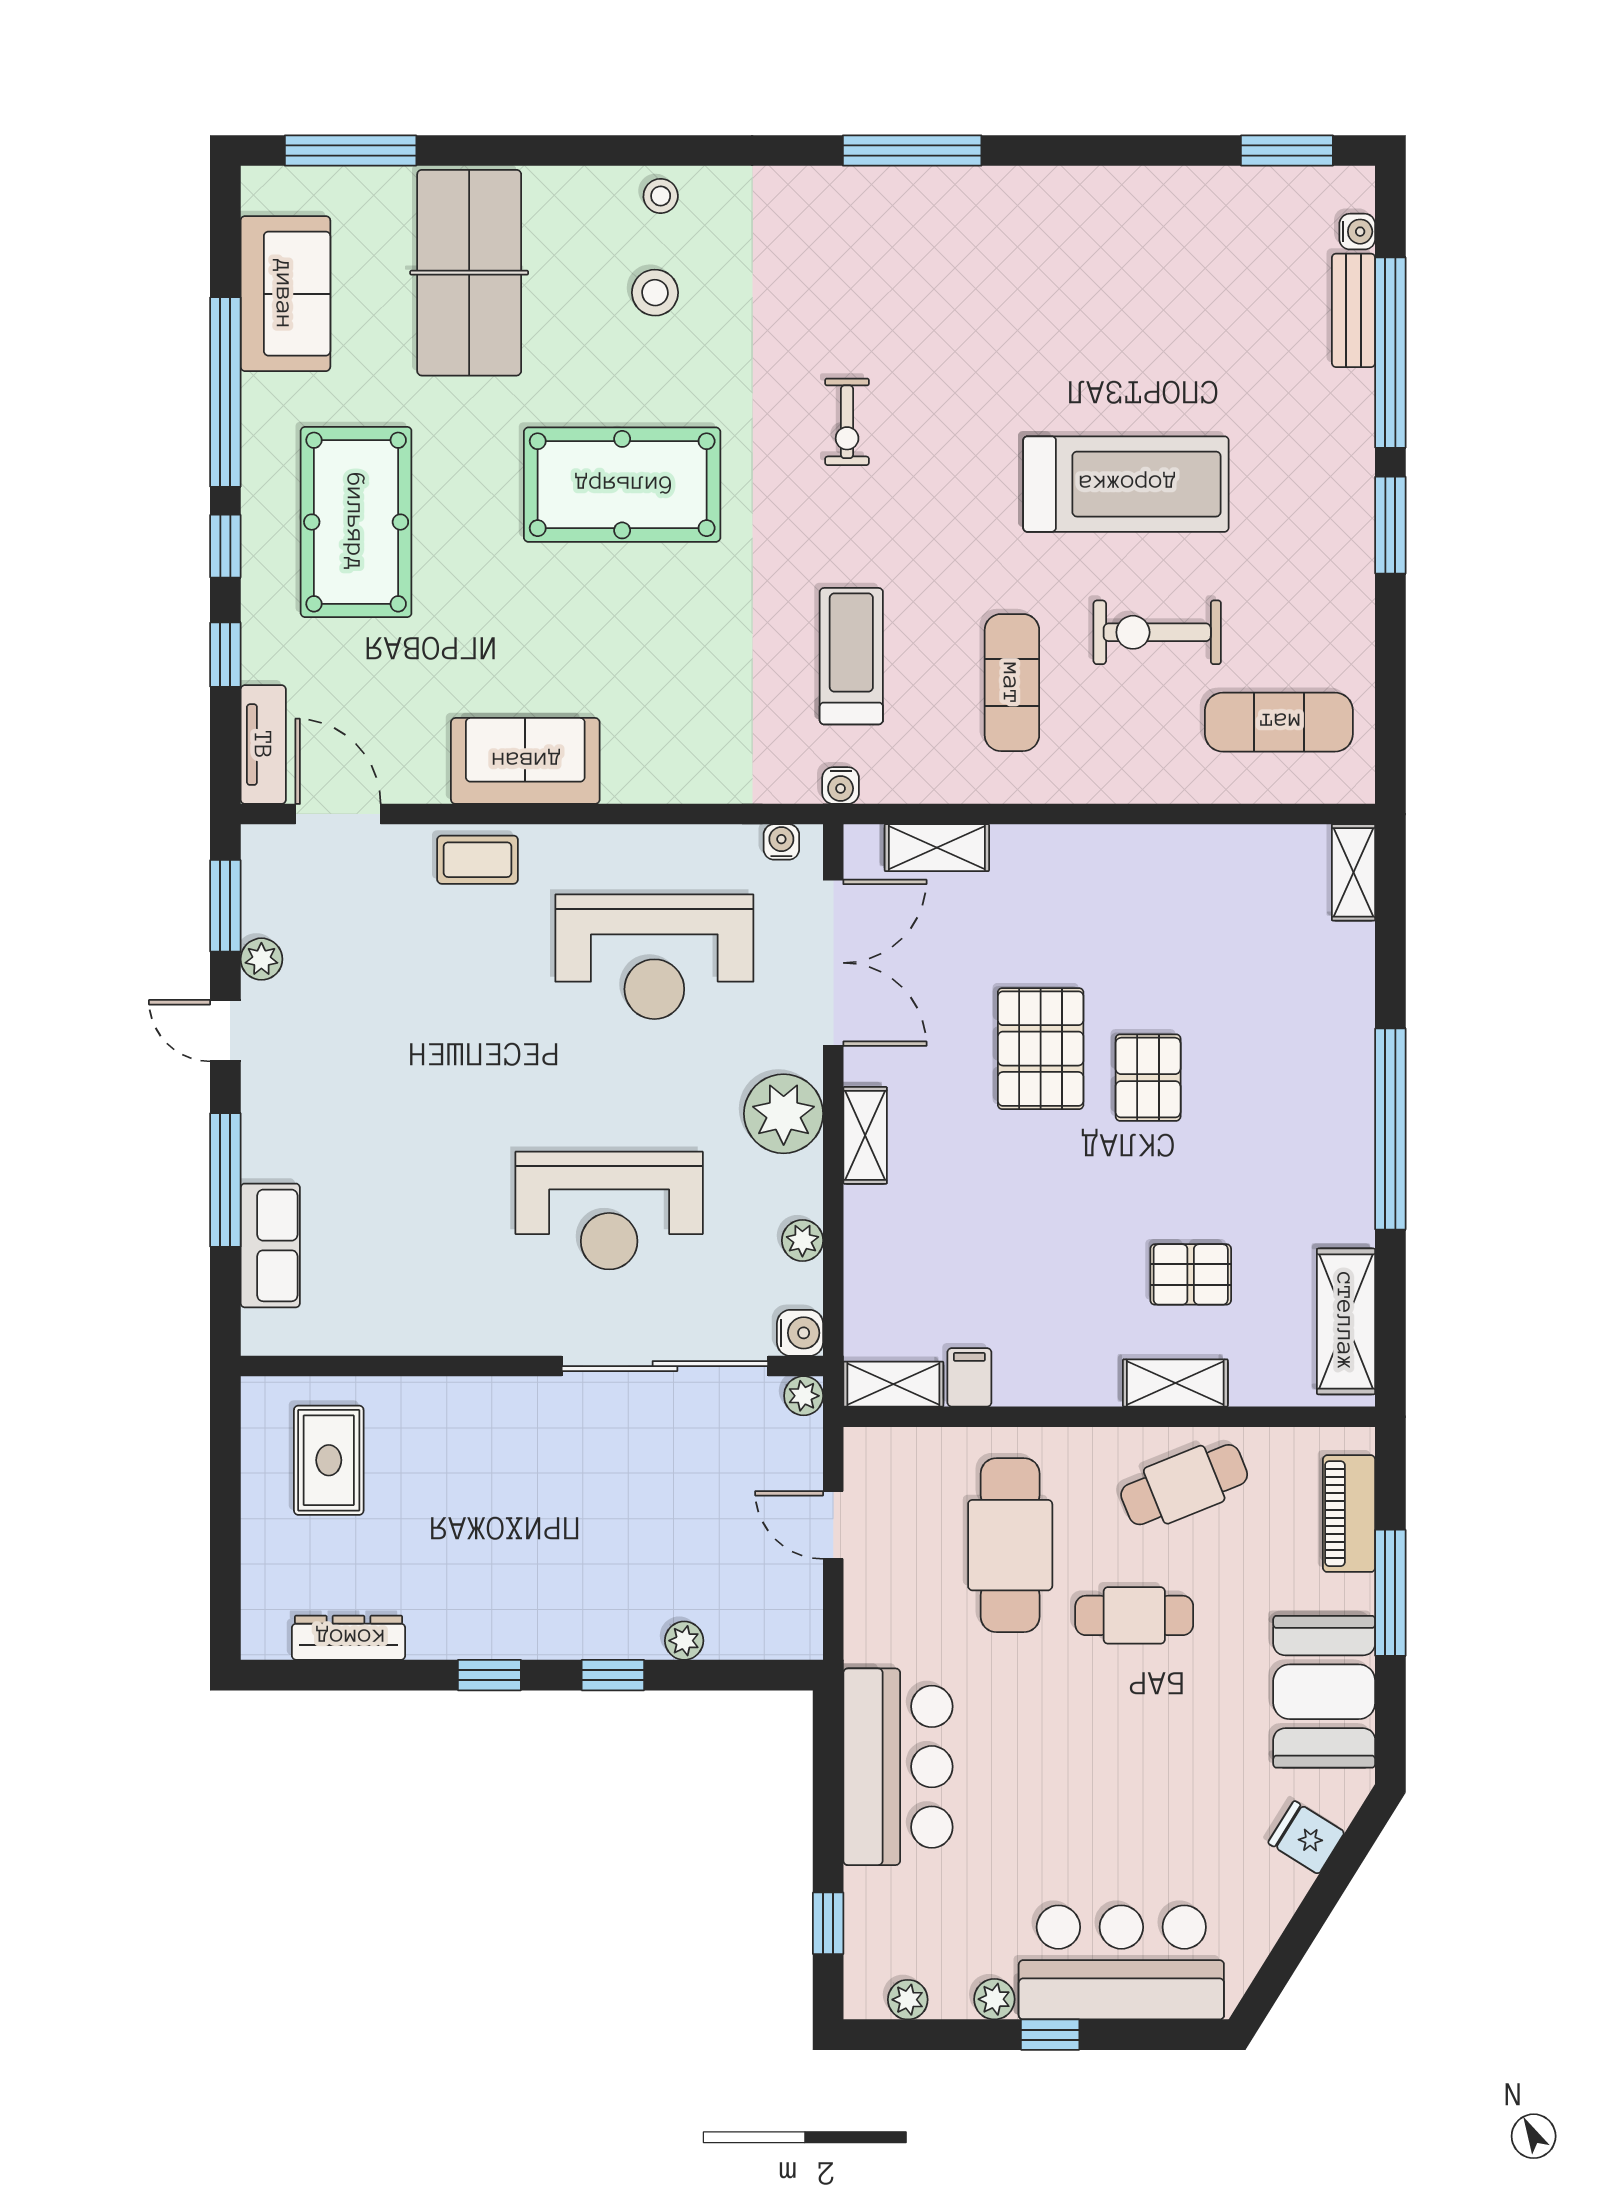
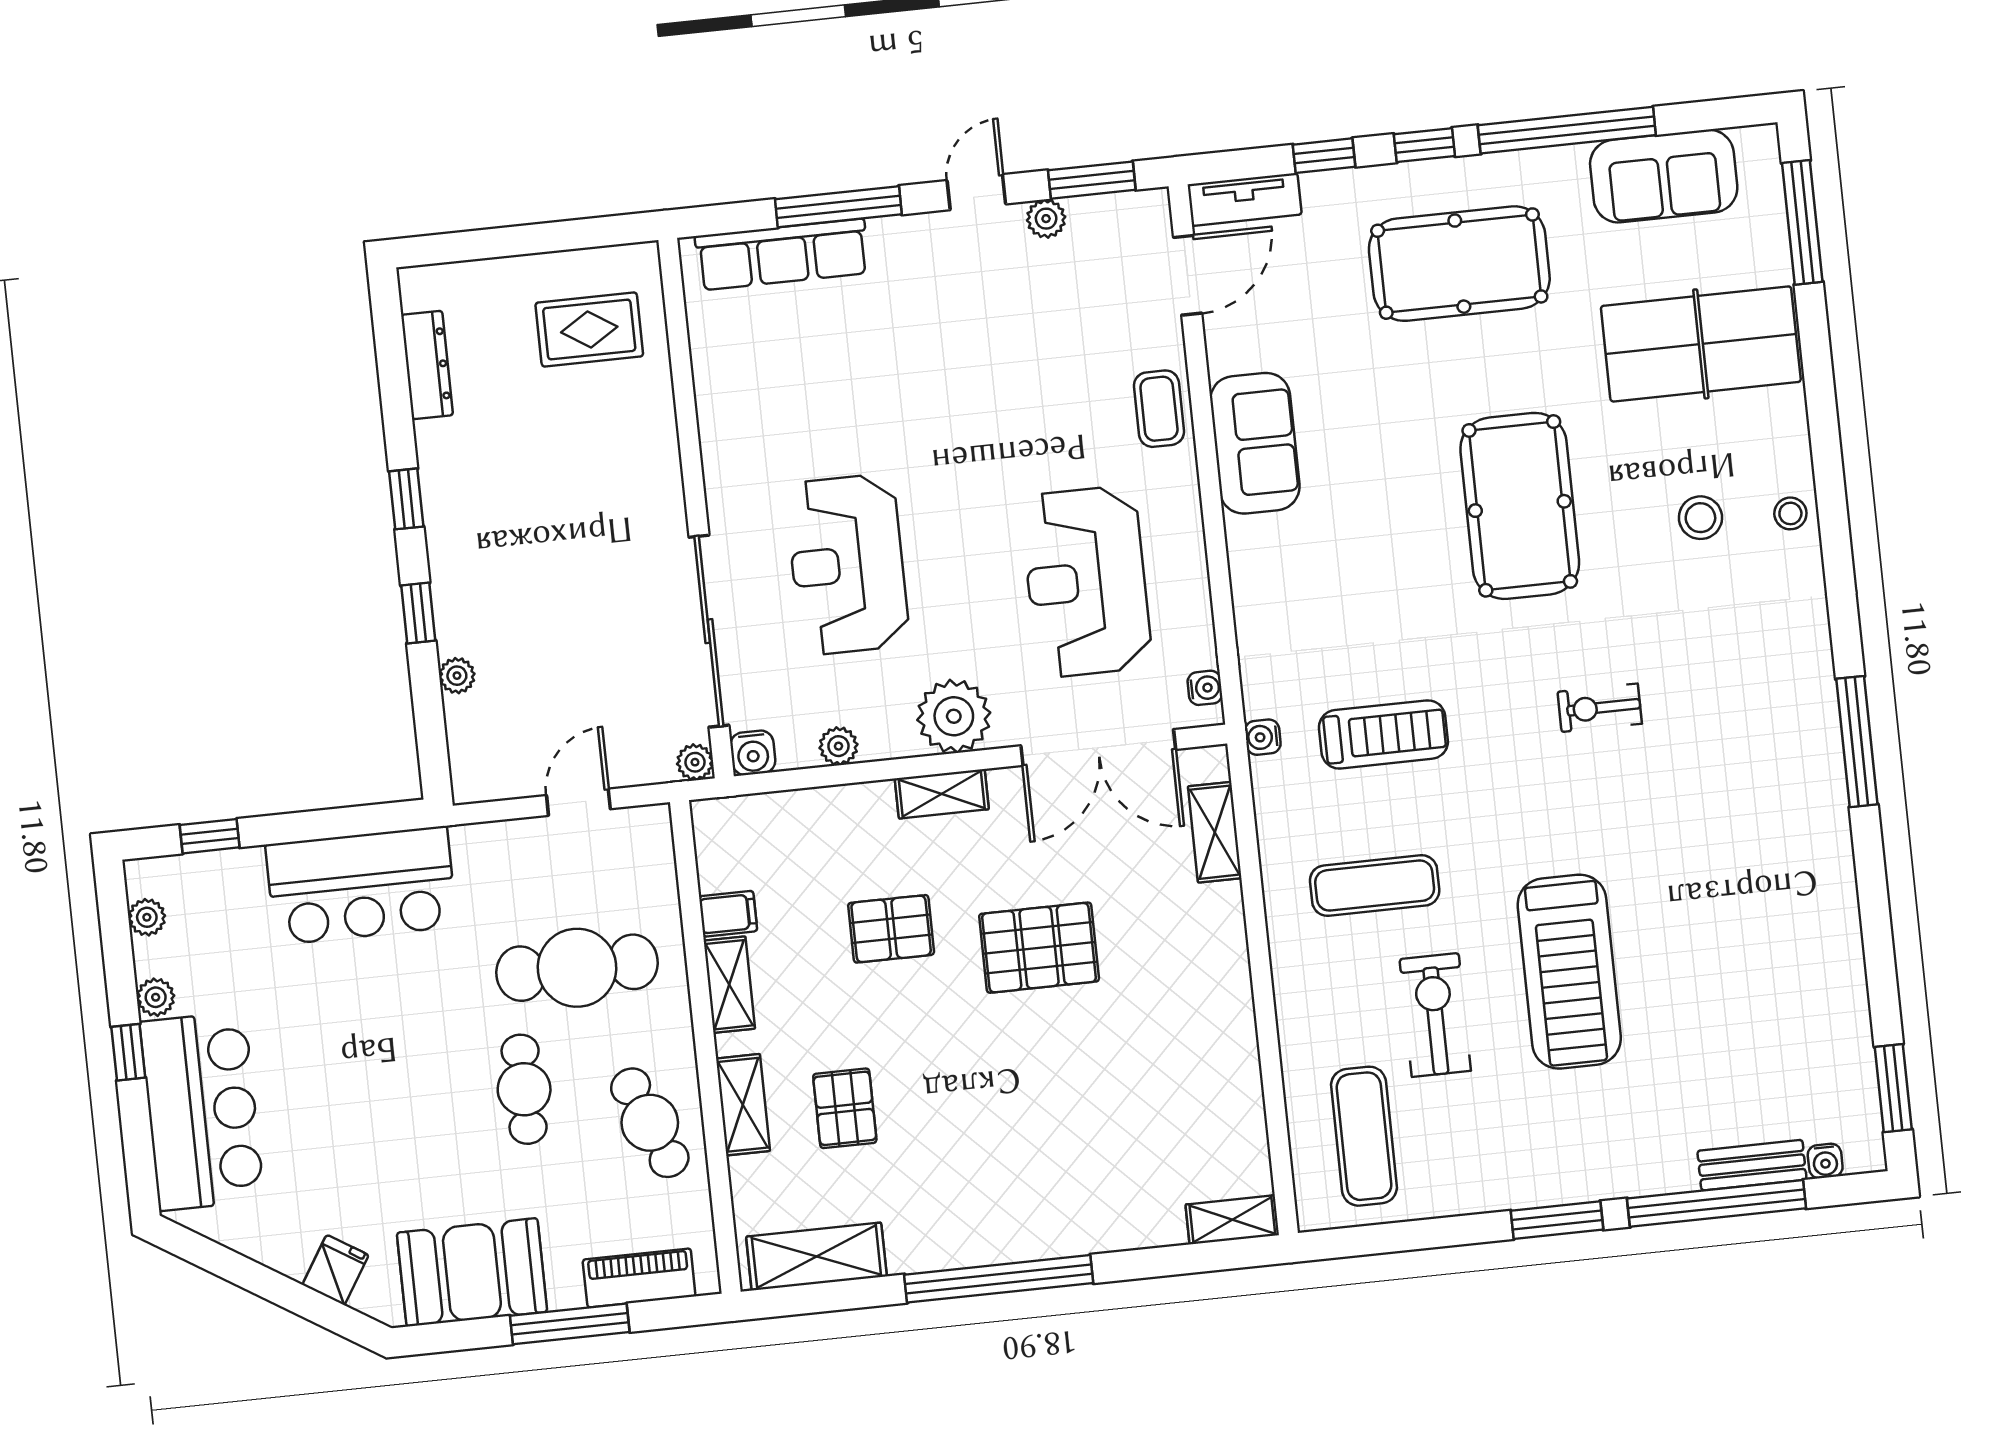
pallet: (1148, 1078) -> (891, 929), moved
row of seats: (270, 1245) -> (782, 255), width x1.48
shelving: (893, 1384) -> (729, 985), moved

